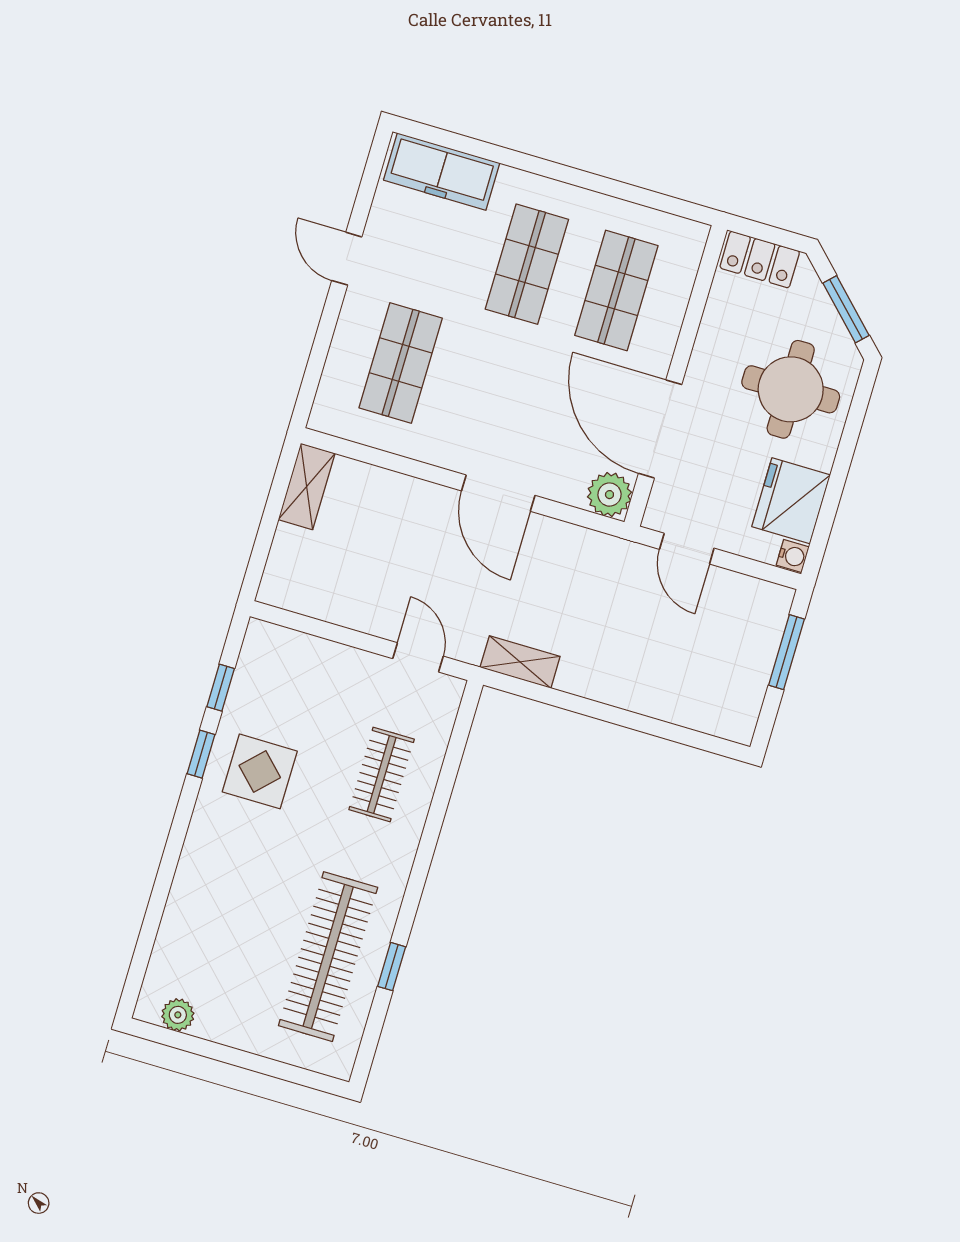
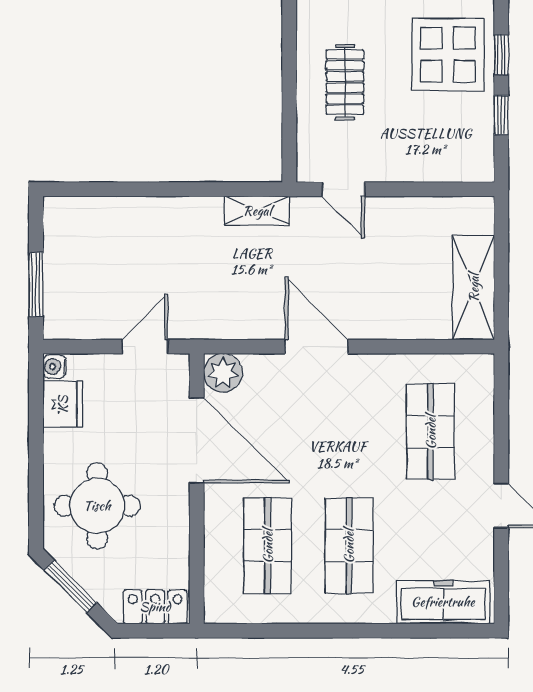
shelving: (307, 487) -> (474, 288), width x1.50, depth x1.33
fridge: (791, 501) -> (63, 404), width x0.73, depth x0.75
door: (687, 549) -> (145, 347), hinge flipped
display table: (260, 771) -> (448, 55), width x1.36, depth x1.36

